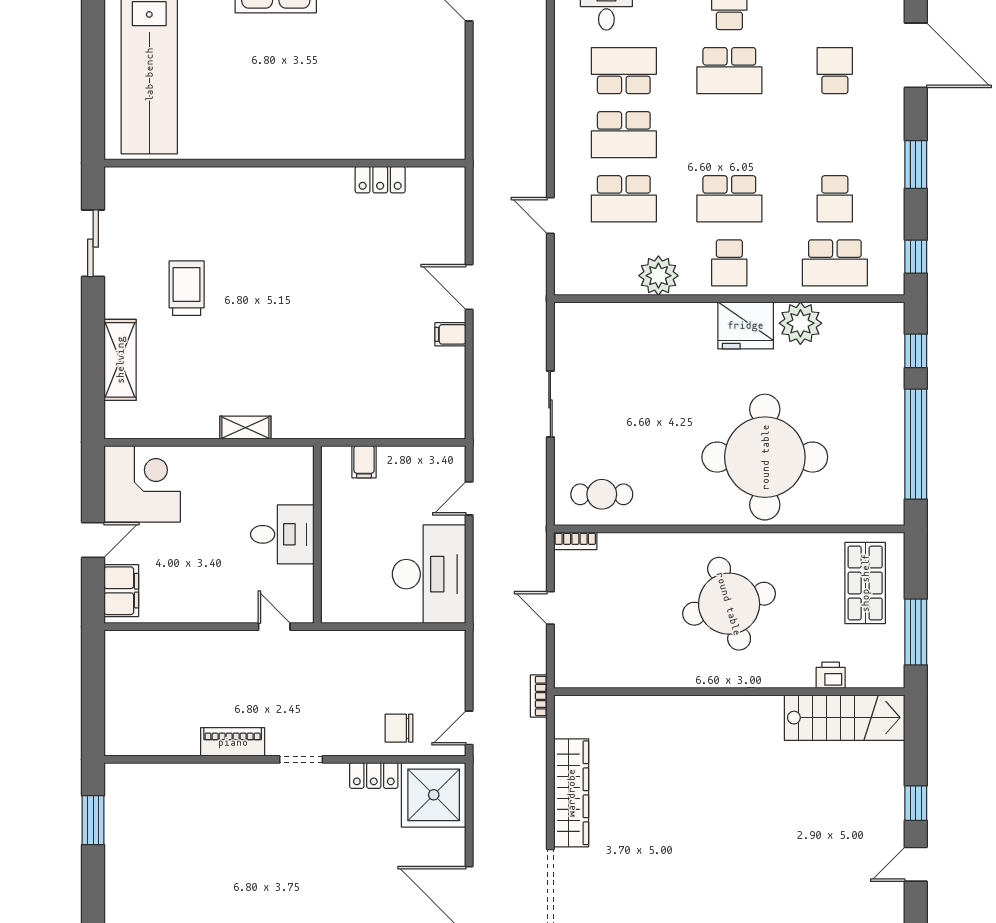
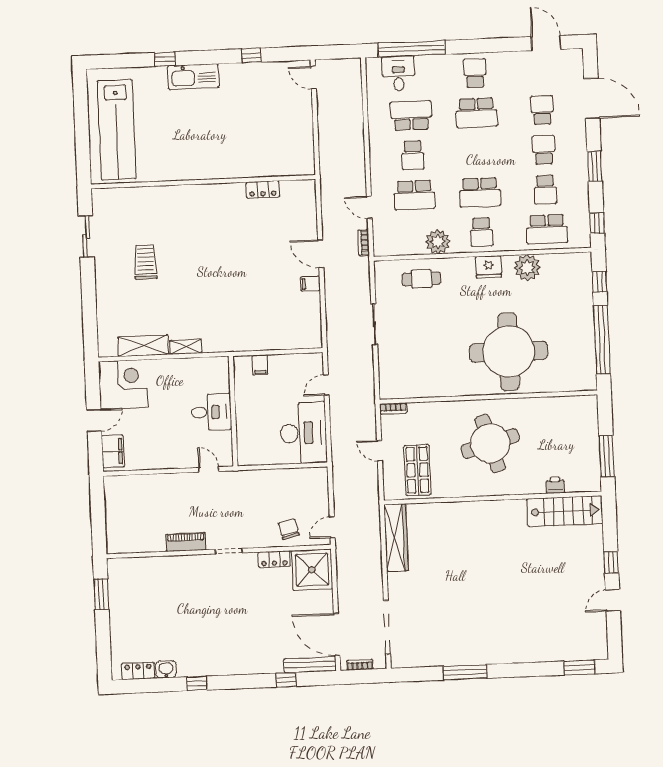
school desk: (624, 135) -> (413, 155), width x0.54
school desk: (835, 135) -> (544, 150), added
fridge: (746, 325) -> (489, 267), width x0.73, depth x0.75
shelving: (120, 360) -> (143, 346), moved, turned 90
cafe table: (602, 494) -> (422, 279), moved
shop shelf: (865, 583) -> (418, 470), moved
bookcase: (539, 696) -> (364, 243), moved
chair: (399, 728) -> (289, 529), turned 76
wardrobe: (571, 793) -> (396, 538), moved

